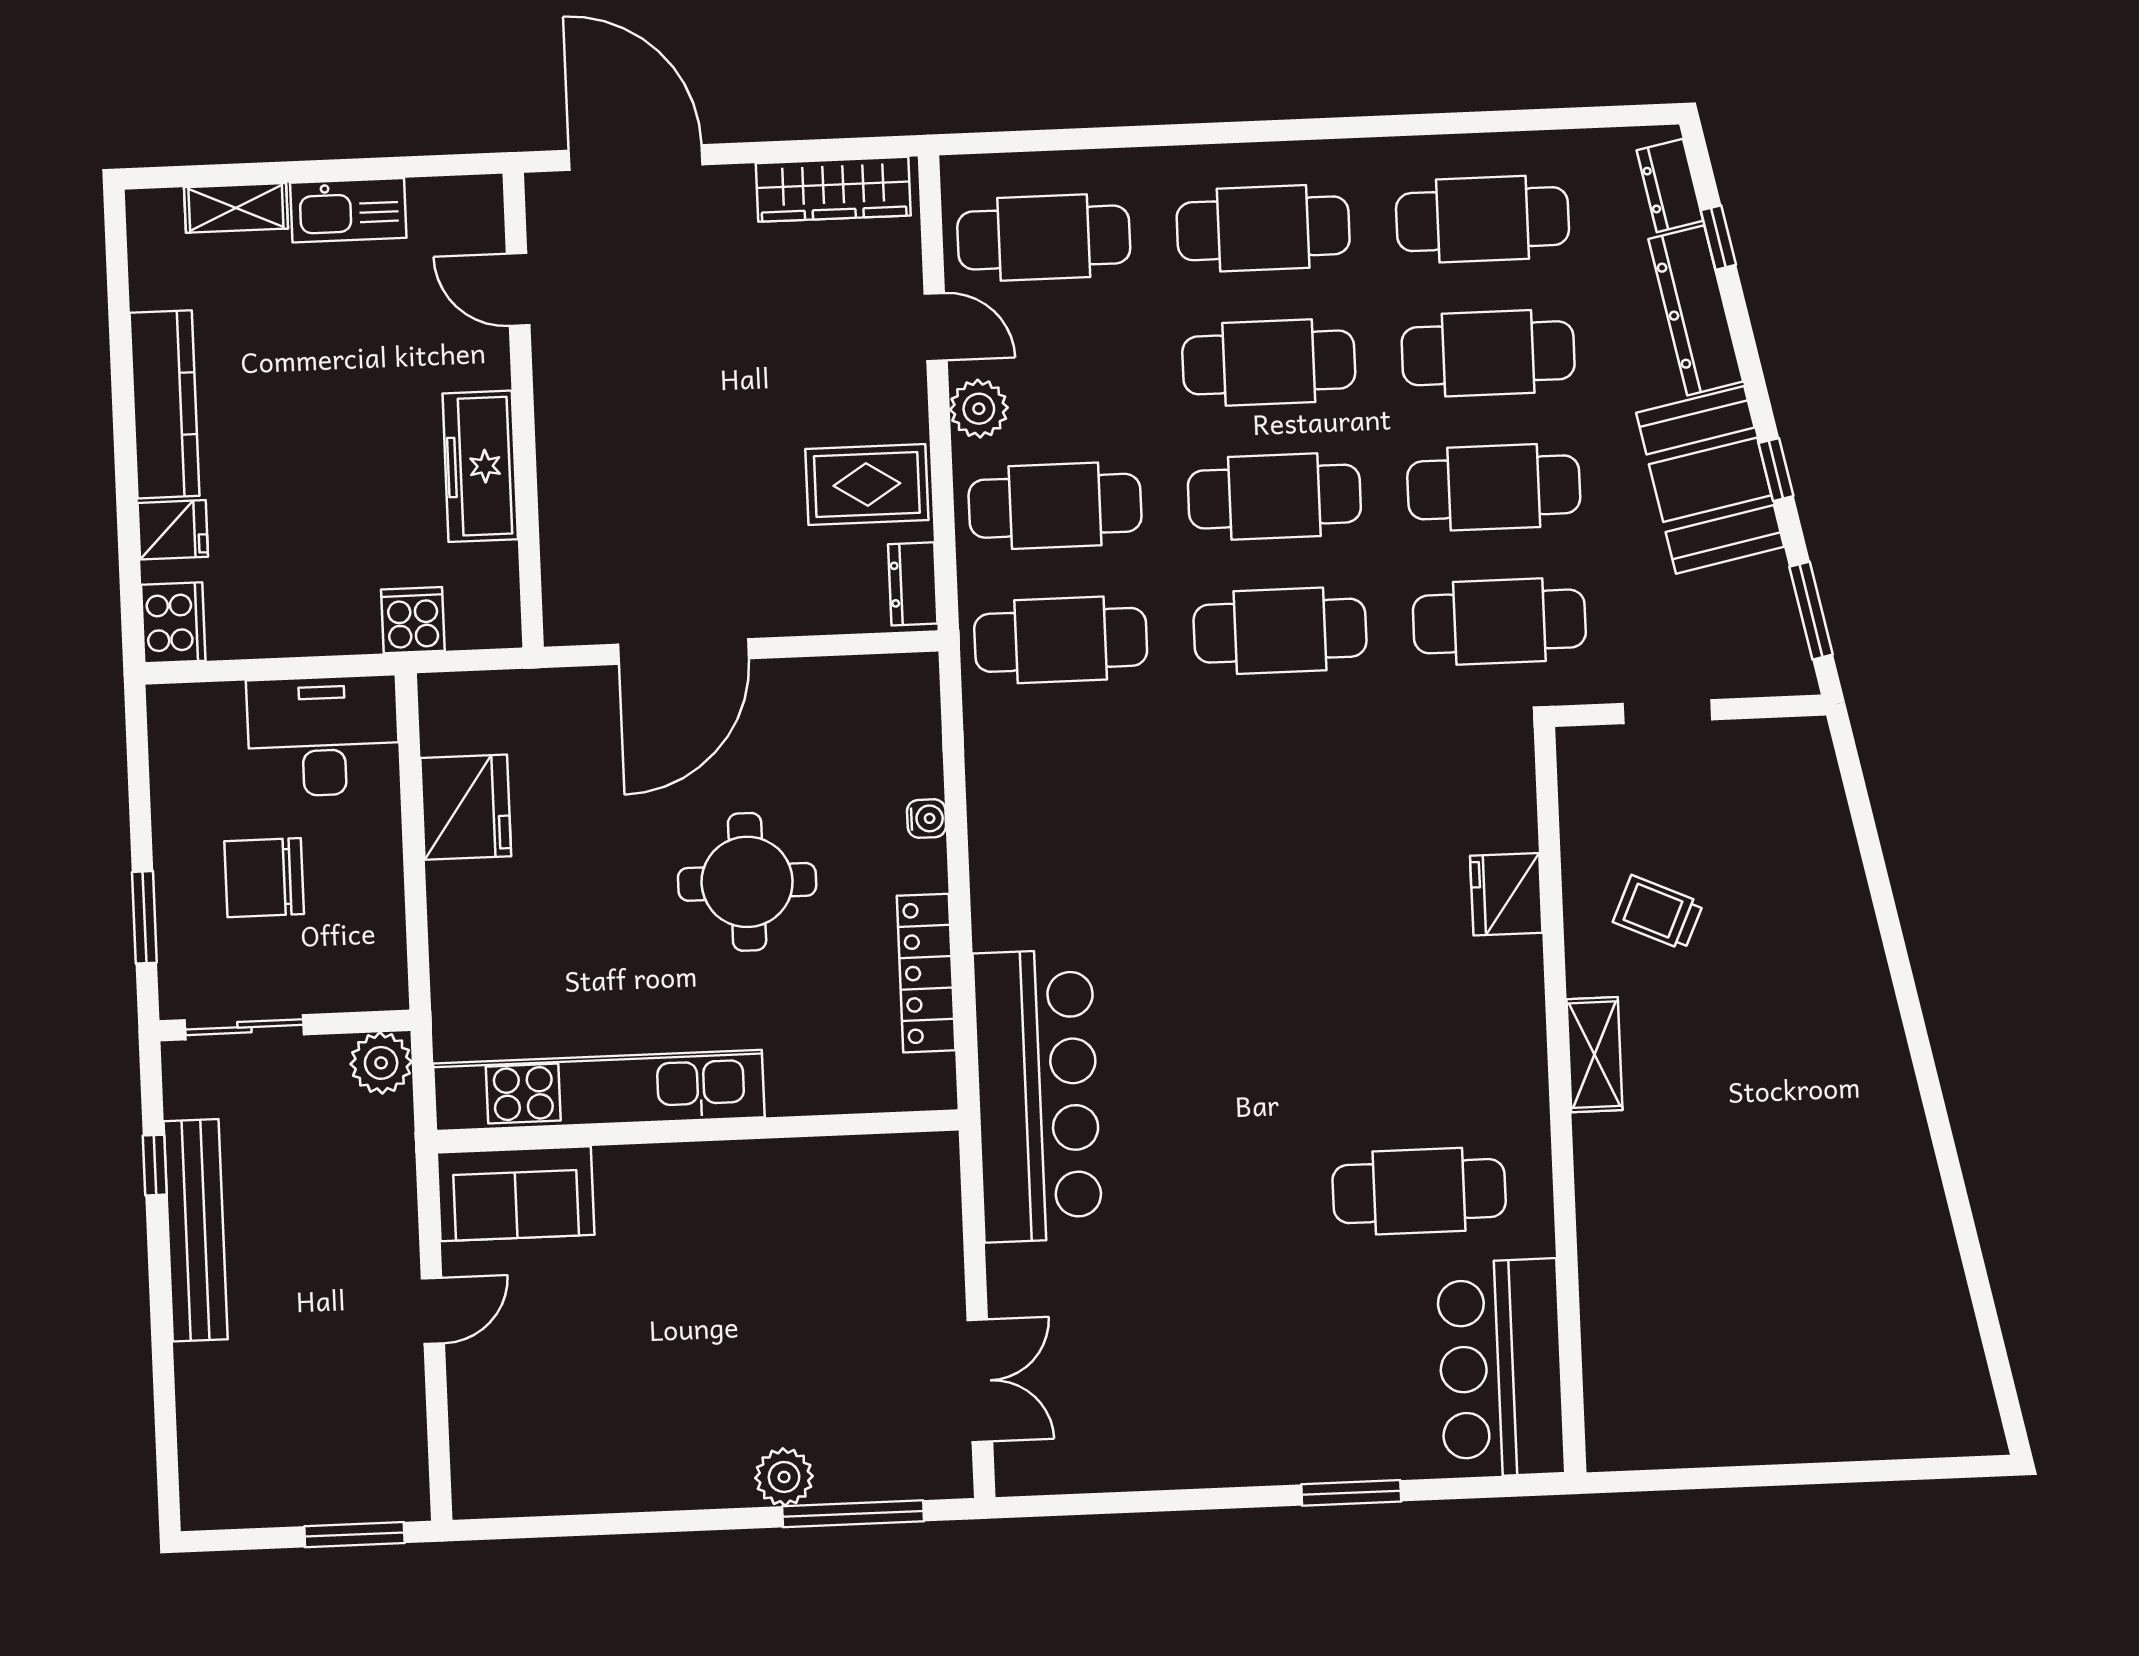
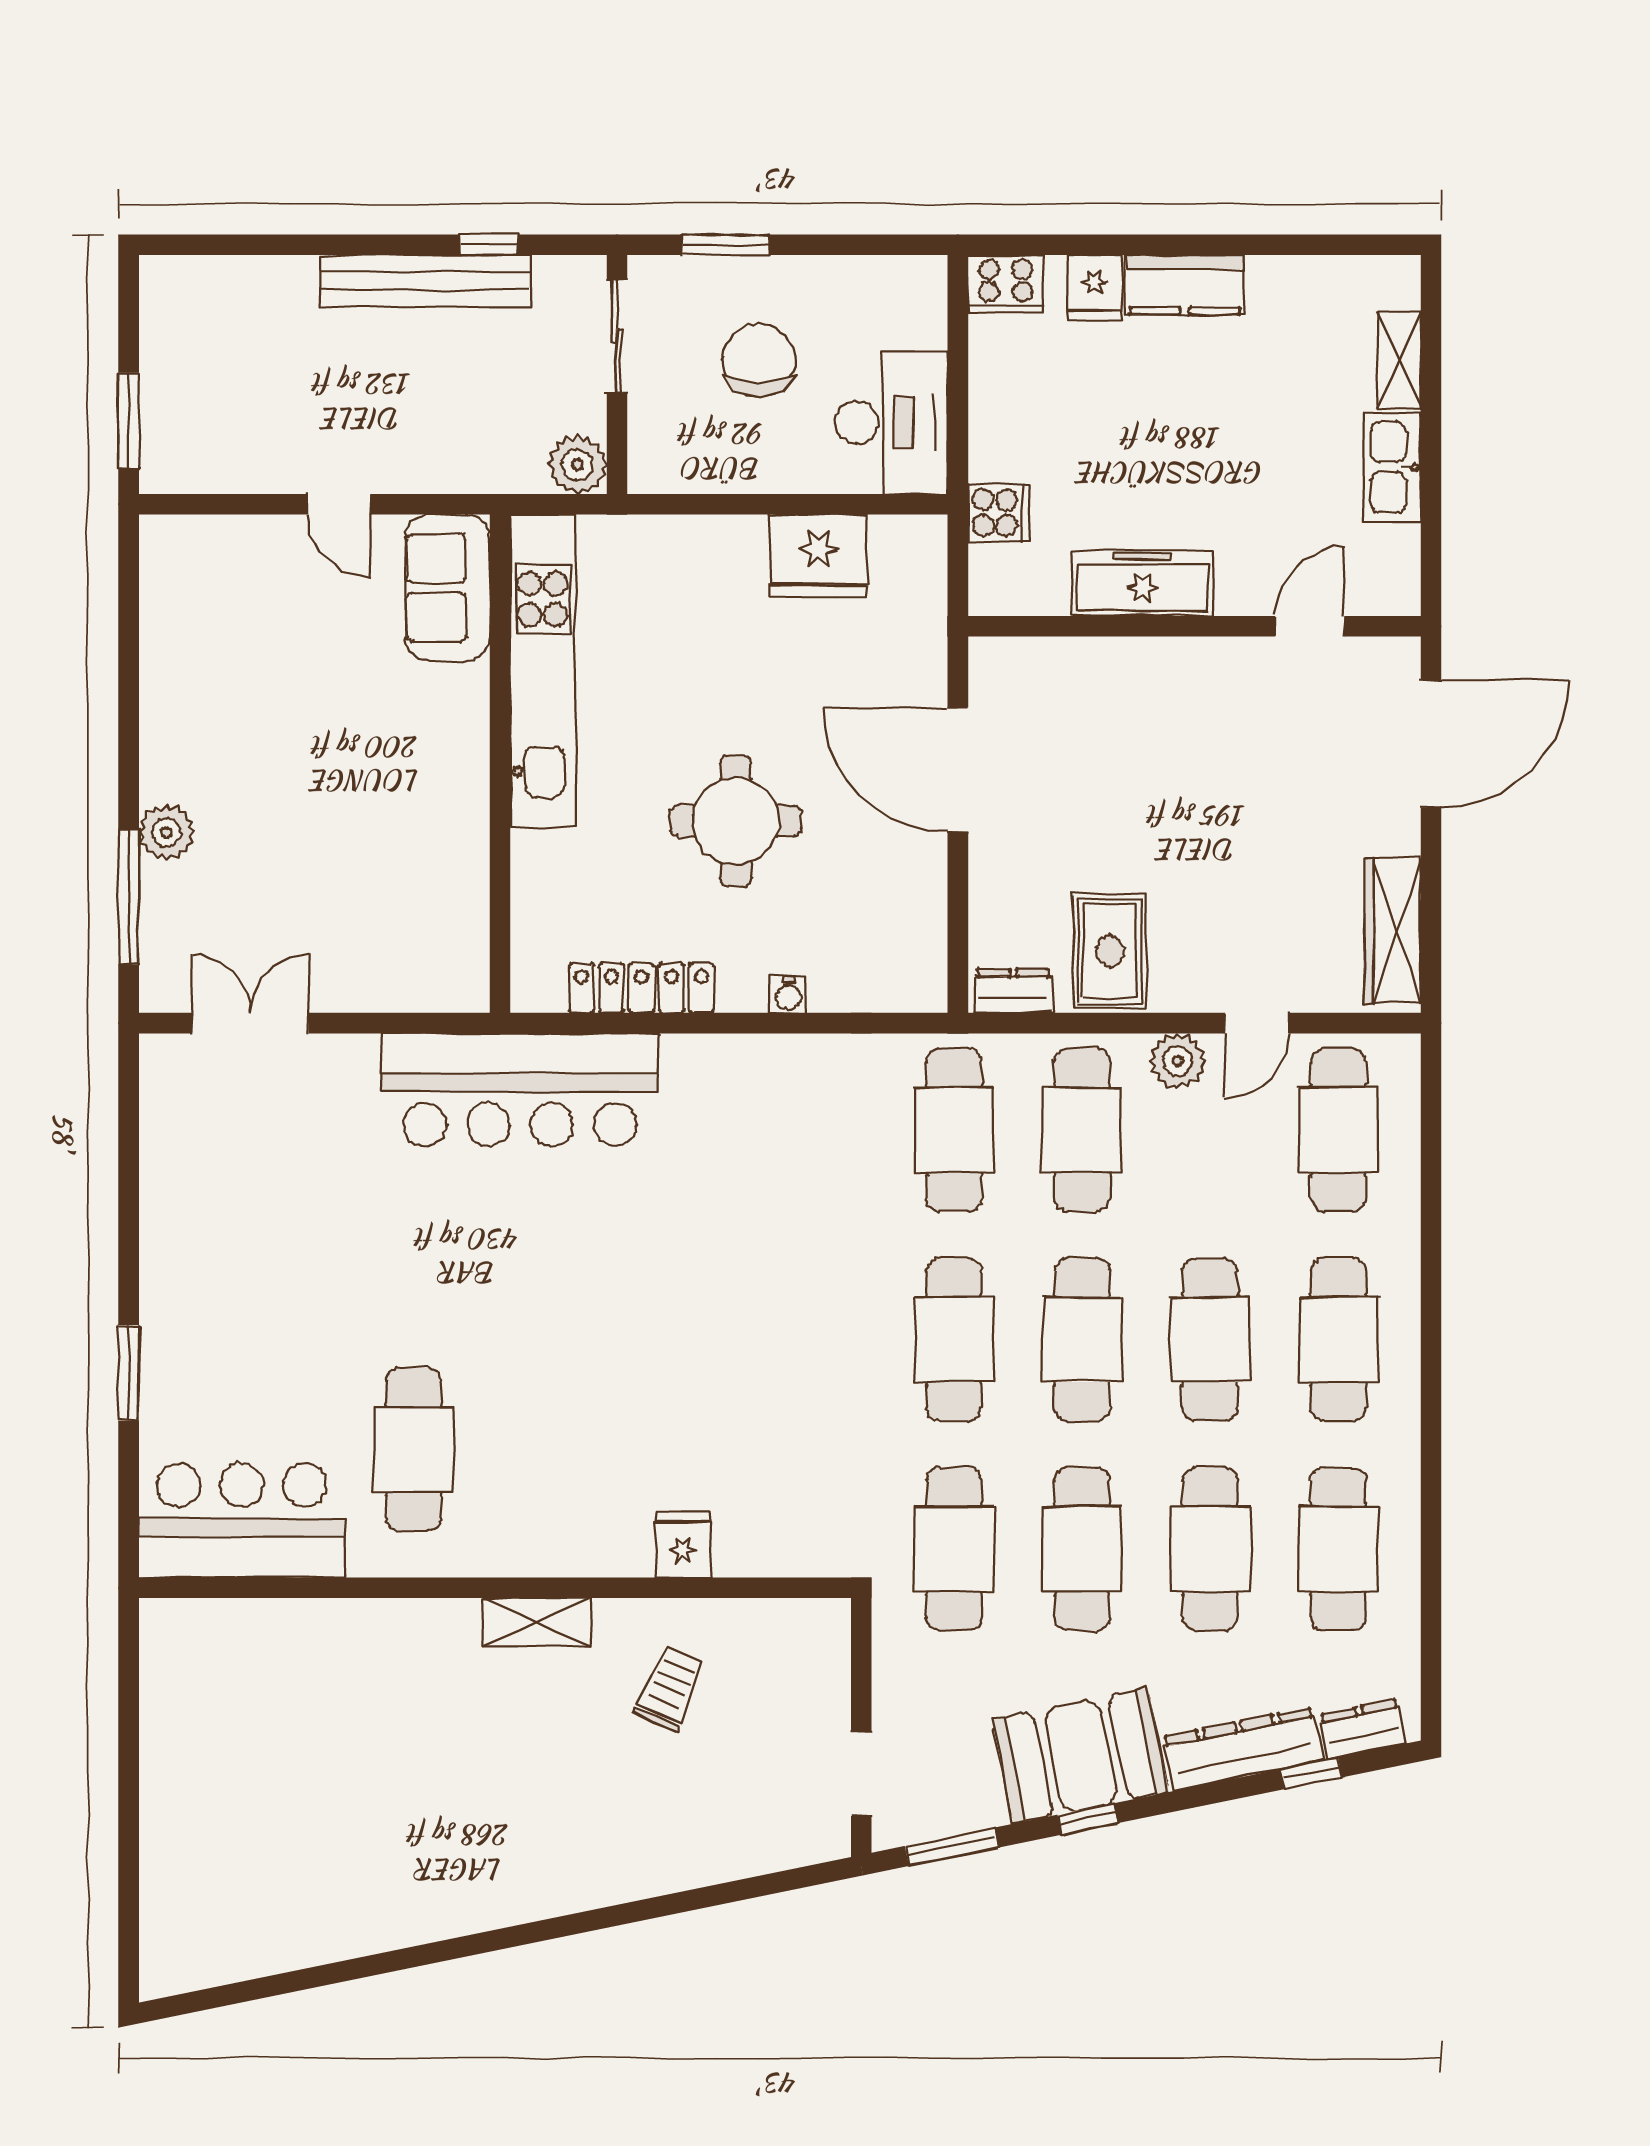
kitchen counter: (165, 404) -> (1185, 284), width x0.67
doorway: (1668, 712) -> (861, 1774), moved
fridge: (1506, 894) -> (683, 1545), width x0.72
double door: (980, 1381) -> (250, 1023), swing flipped

